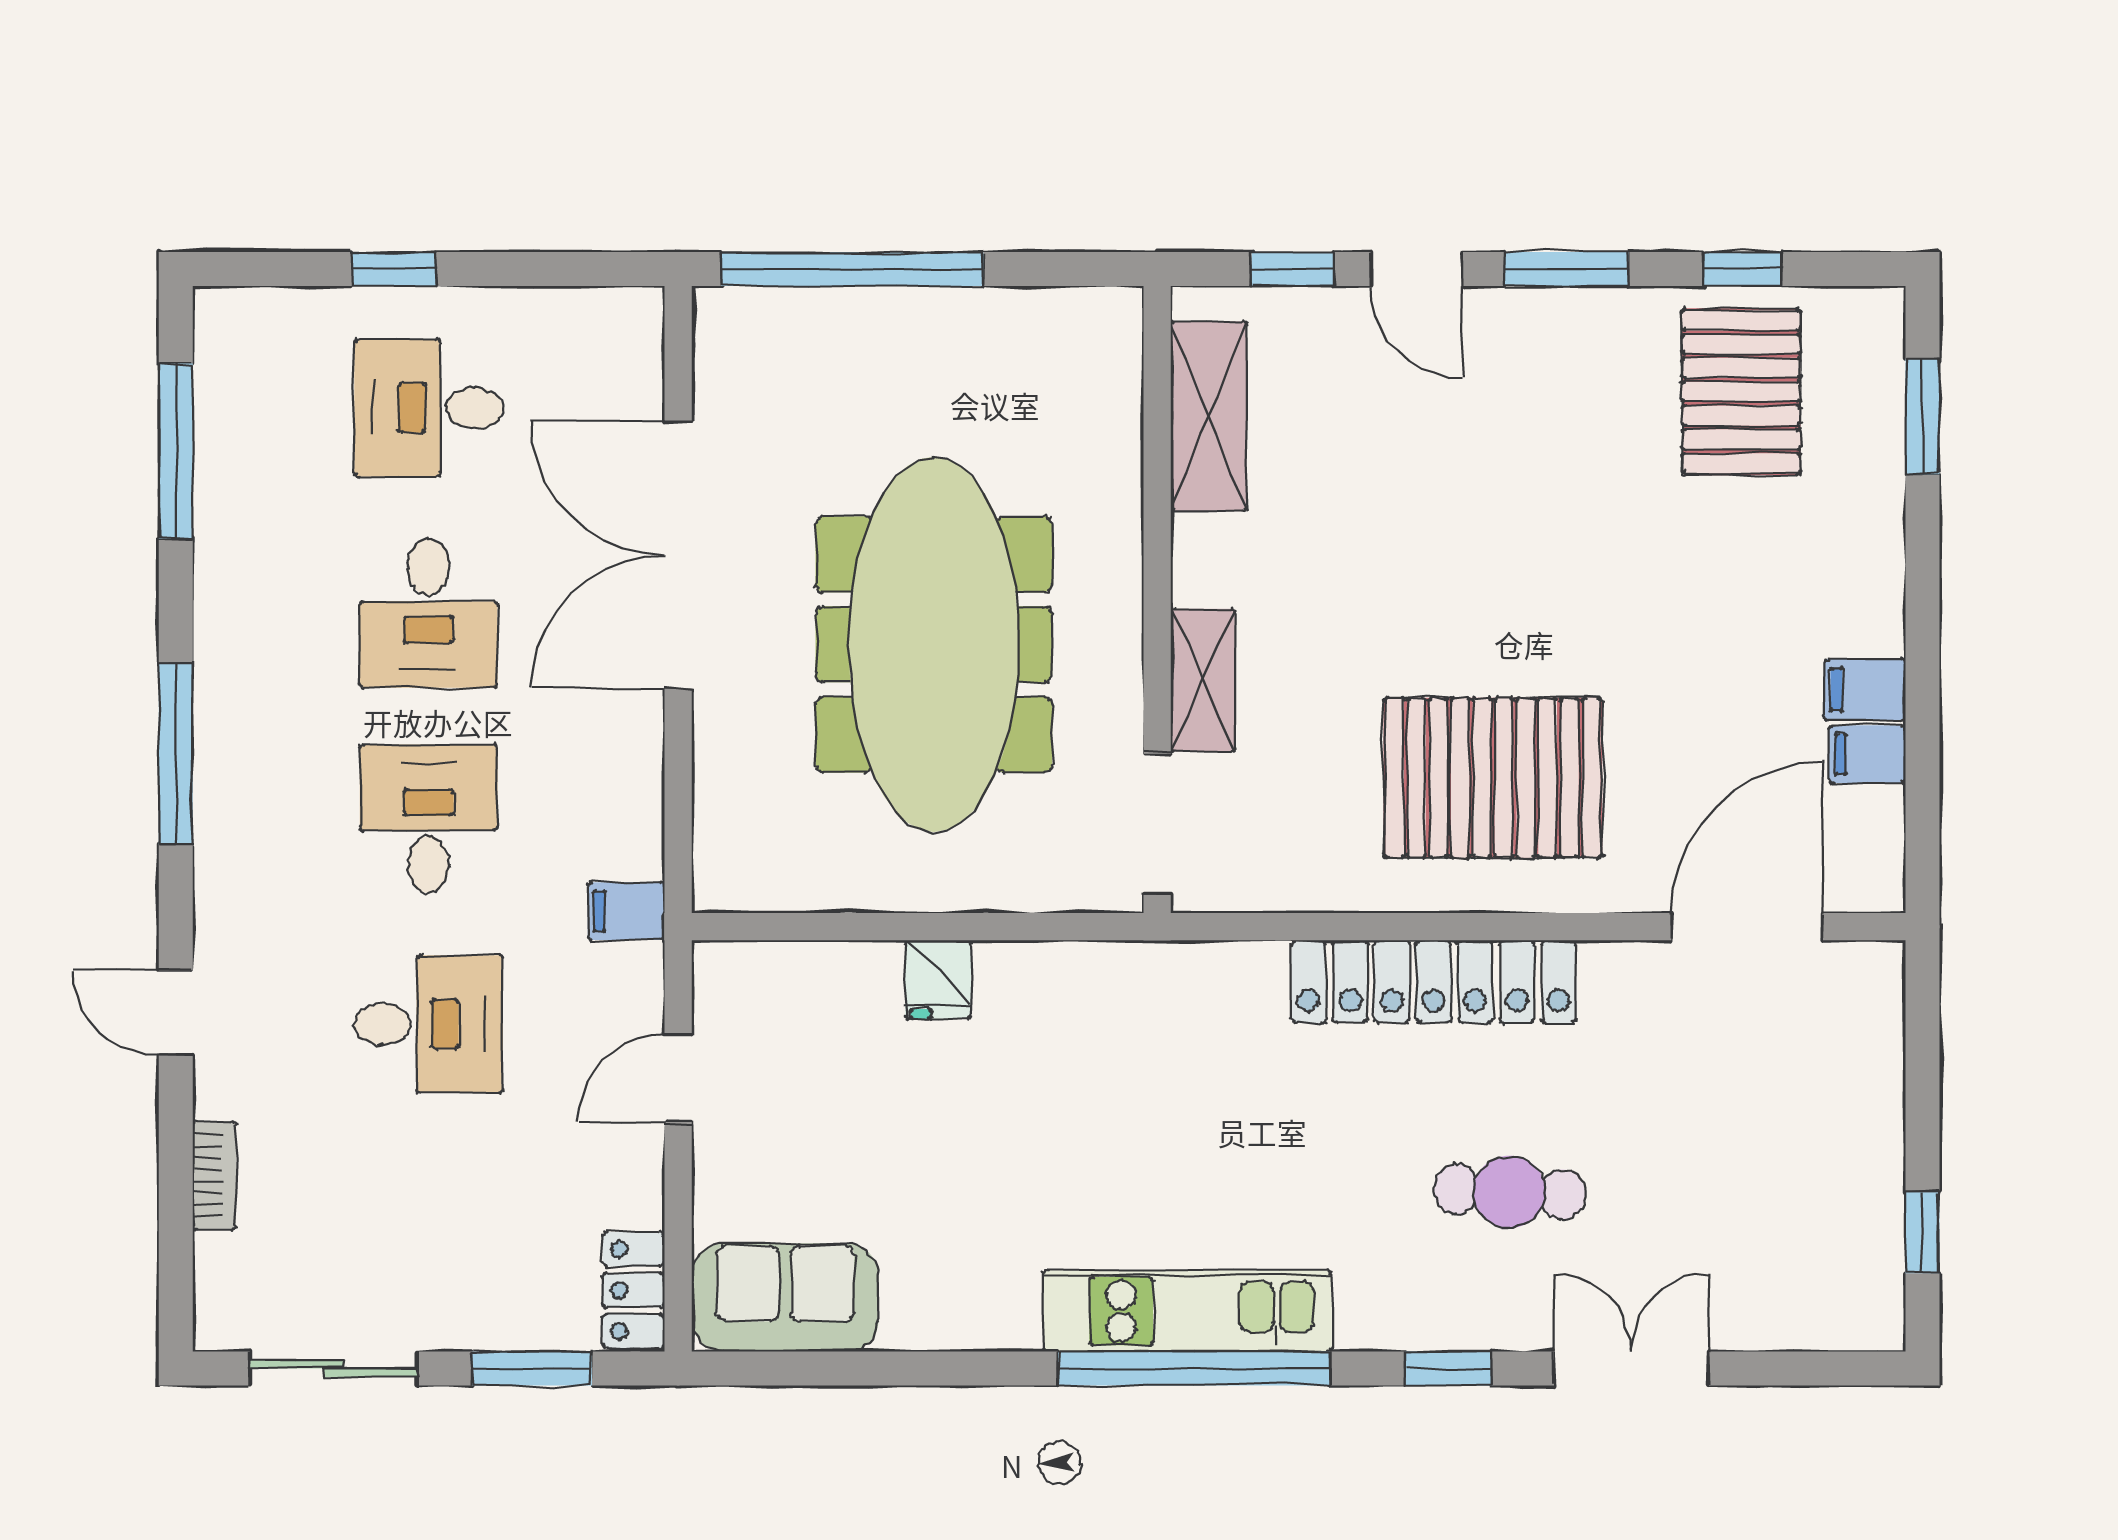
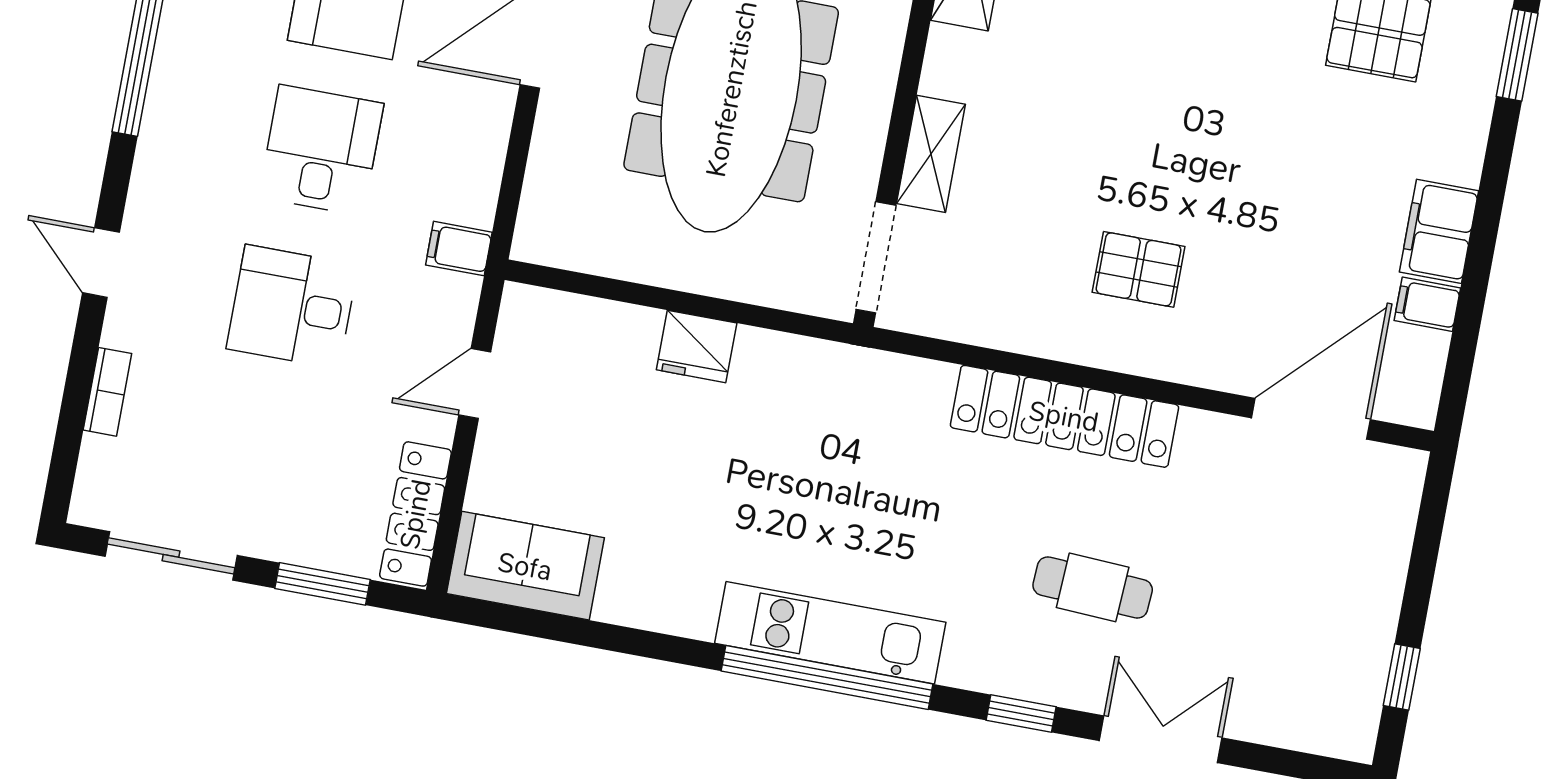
filing cabinet: (1865, 689) -> (1439, 231), width x2.00
pallet: (1493, 778) -> (1139, 269), width x0.49, depth x0.50
fridge: (938, 979) -> (697, 346), width x1.38
desk: (429, 1024) -> (292, 307), turned 180
locker: (634, 1290) -> (415, 514), width x1.53

